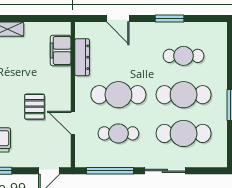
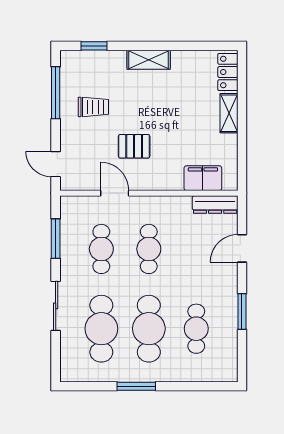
dresser: (82, 57) -> (215, 205), moved
cafe table: (118, 95) -> (149, 249), width x0.73, depth x0.74
door: (73, 123) -> (115, 193), hinge flipped
window: (110, 171) -> (56, 239), width x0.69

